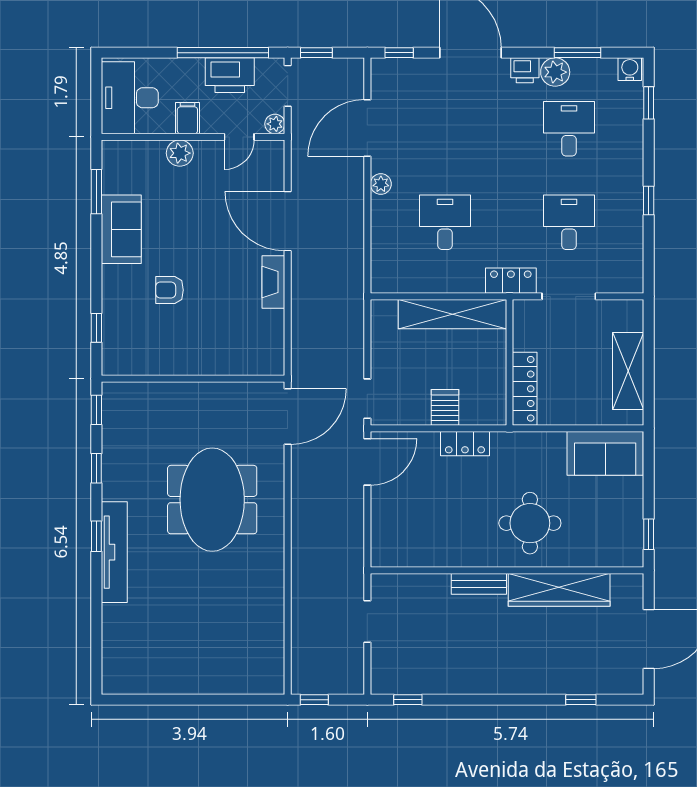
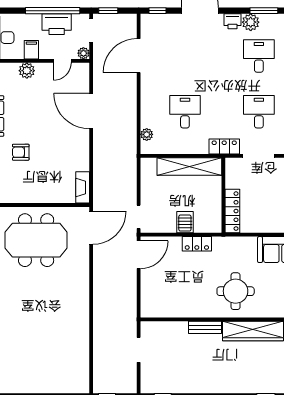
plant: (381, 184) -> (147, 134), moved
fireplace: (273, 282) -> (83, 187), moved
meeting table: (212, 500) -> (36, 240), moved, turned 90

